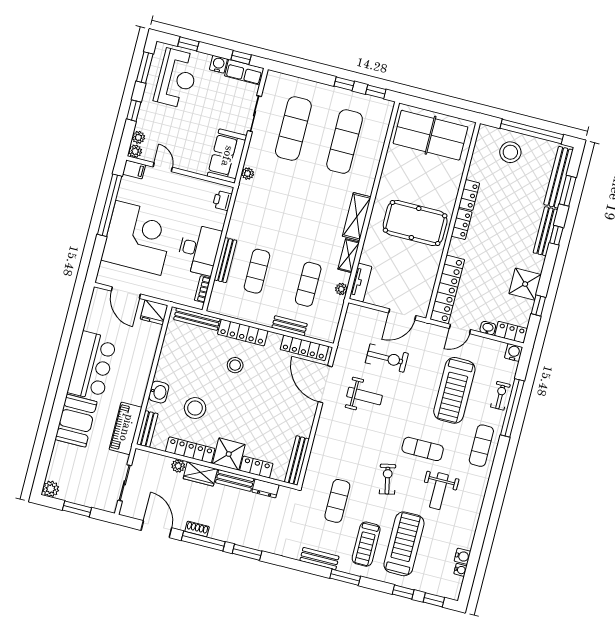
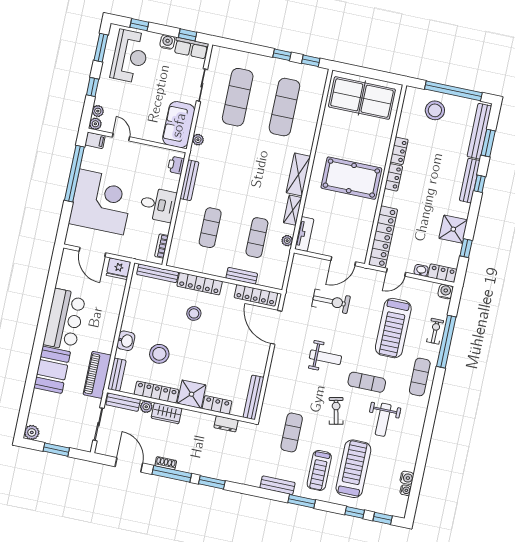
desk: (199, 249) -> (158, 205), width x0.73
bench: (225, 260) -> (189, 180), moved
weight bench: (364, 396) -> (325, 357), moved
bench: (235, 480) -> (123, 402), moved

